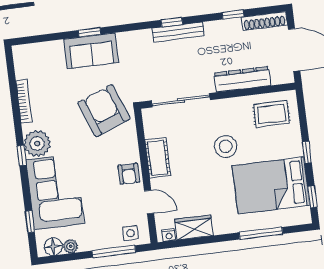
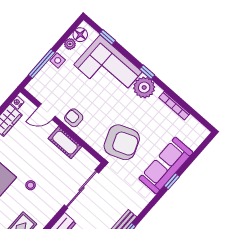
sofa: (91, 51) -> (166, 166), width x1.36
stool: (226, 146) -> (31, 185), width x0.53, depth x0.53
side table: (130, 233) -> (58, 60), moved

